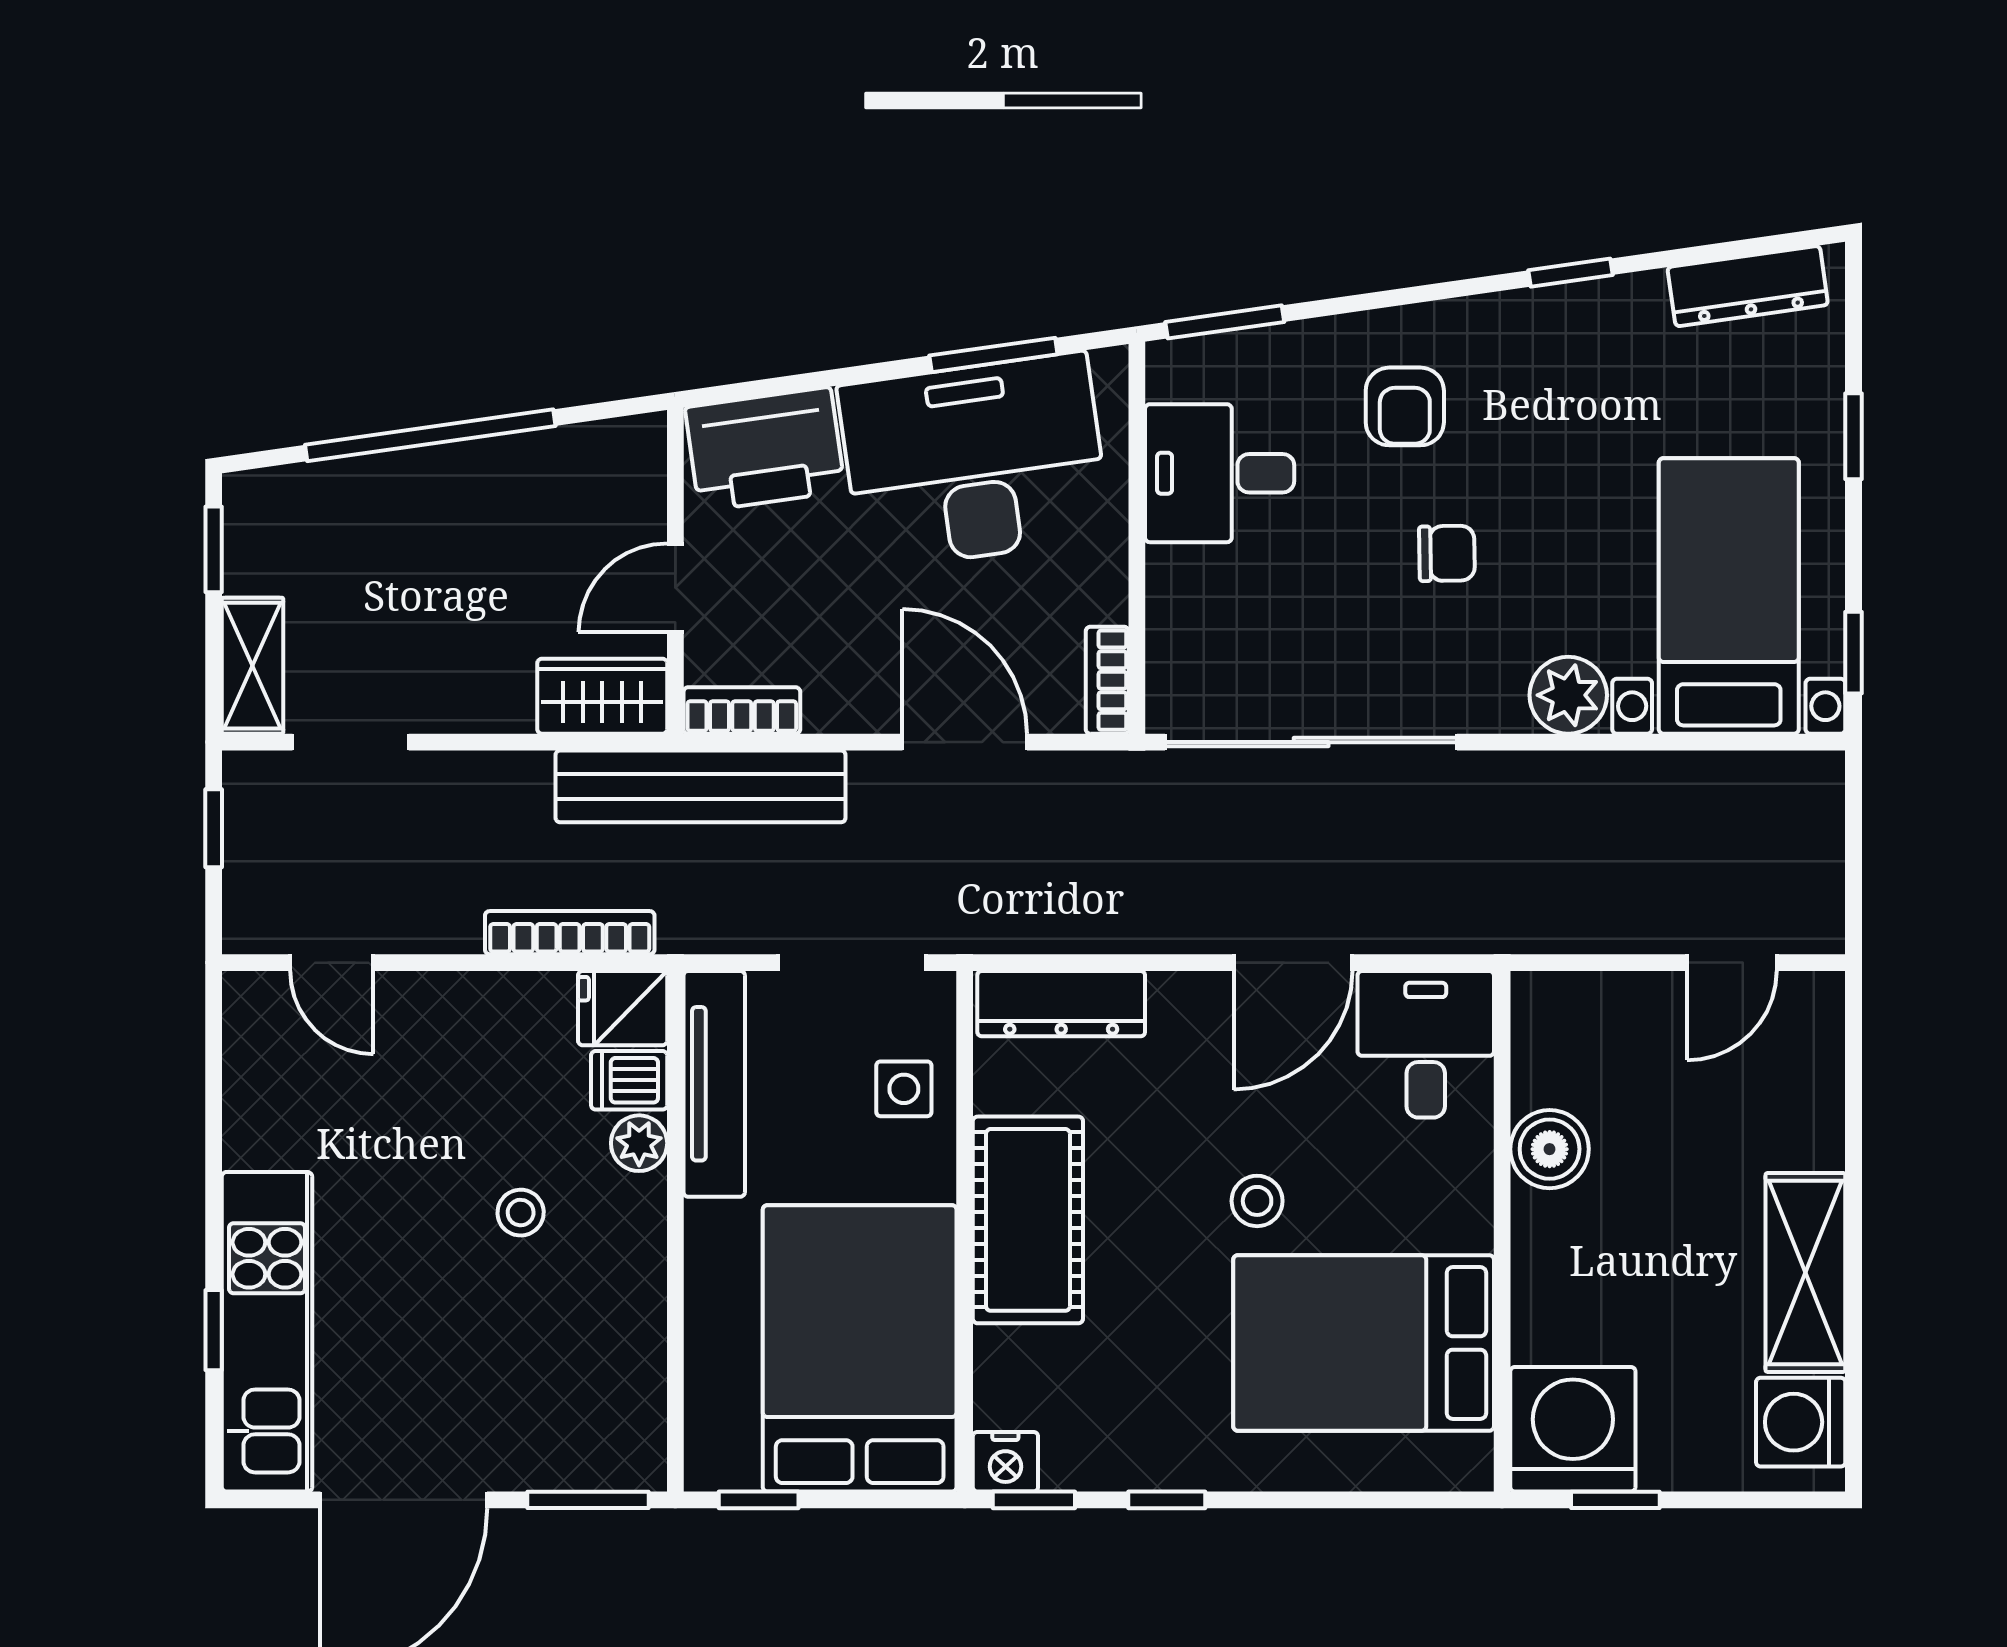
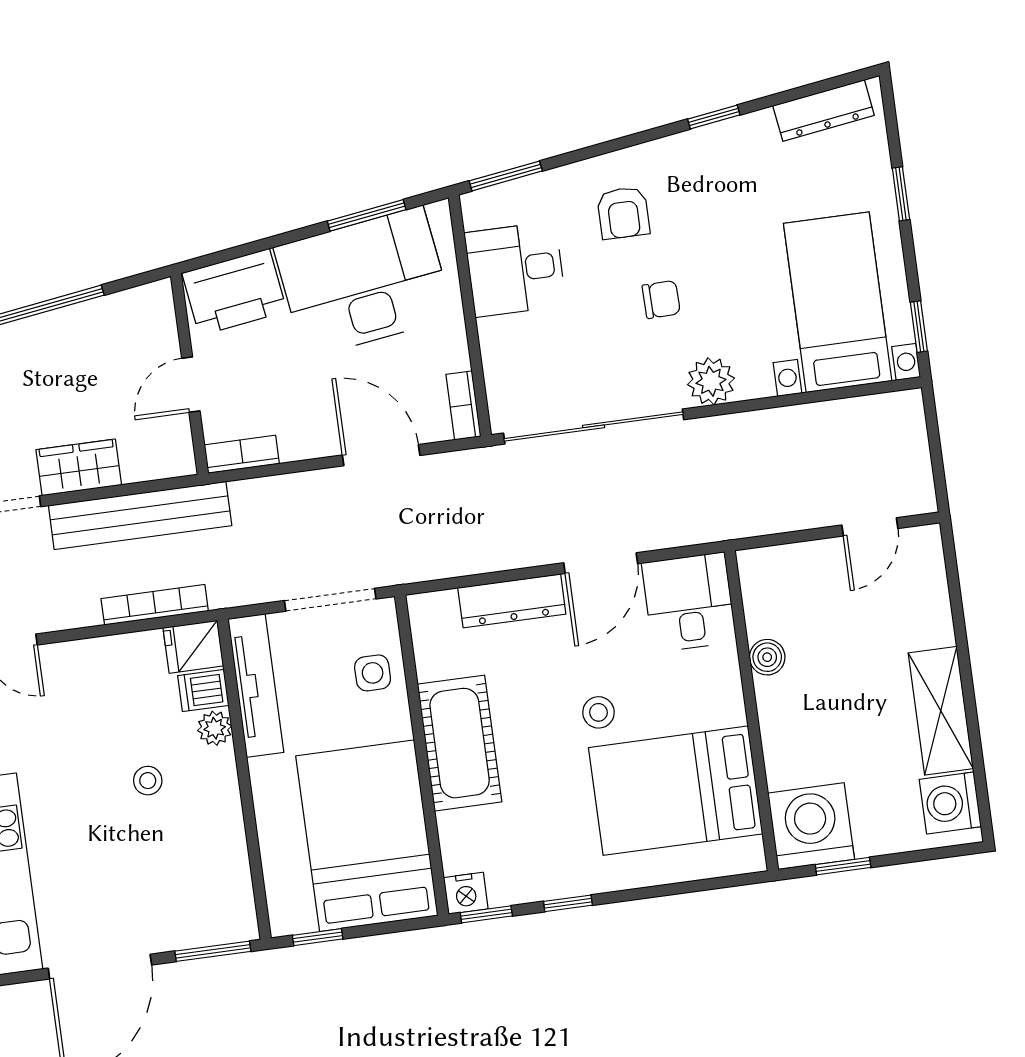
plant: (1568, 695) -> (711, 381), moved
wardrobe: (602, 696) -> (79, 467), moved
bench: (701, 786) -> (140, 515), moved
dresser: (1061, 1004) -> (512, 601), moved
boiler: (1550, 1149) -> (767, 657), width x0.73, depth x0.73

